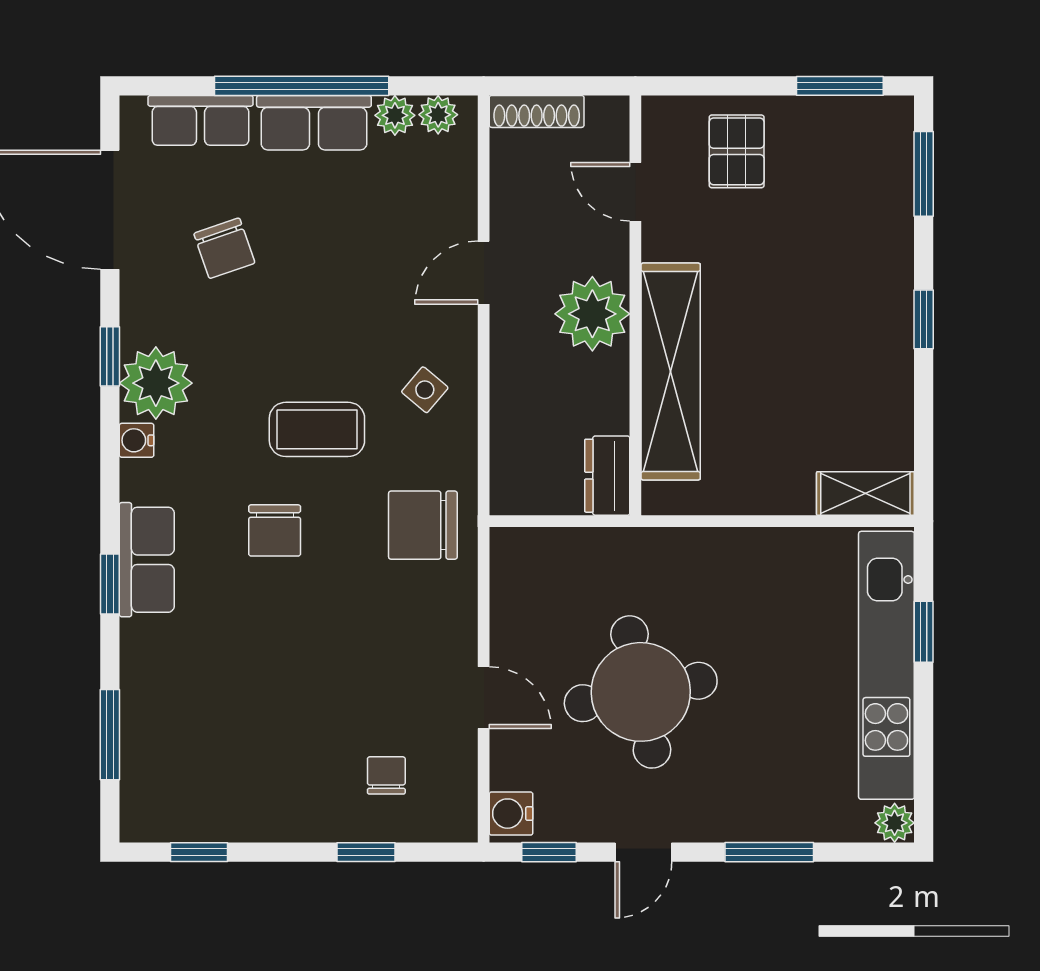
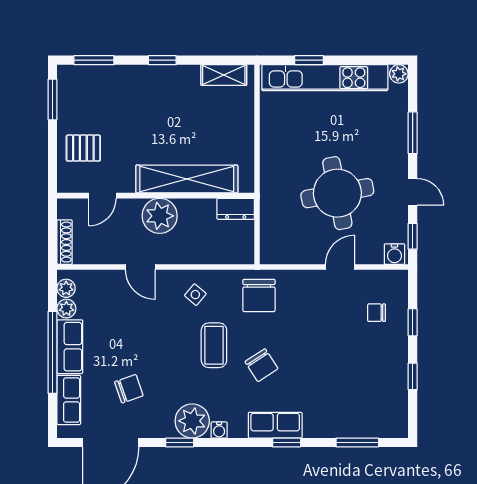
shelving: (865, 493) -> (224, 75), moved, turned 90
chair: (275, 530) -> (261, 365), turned 57
window: (199, 852) -> (413, 376), moved

